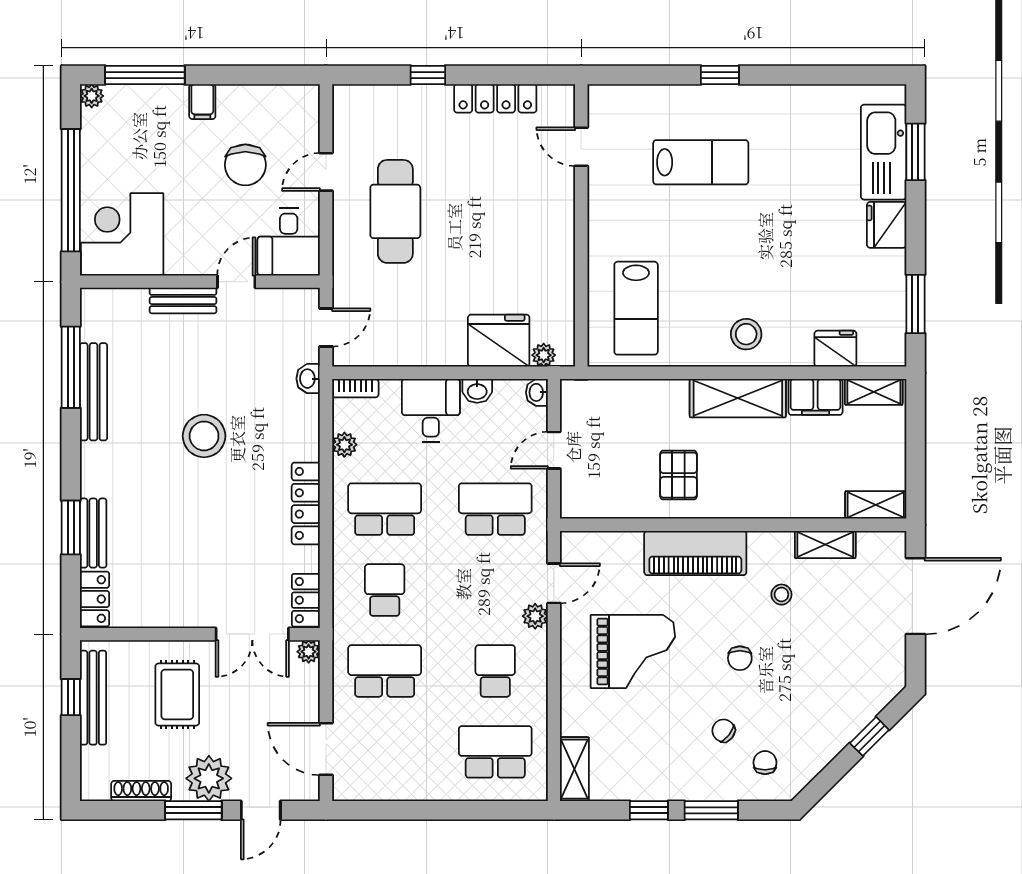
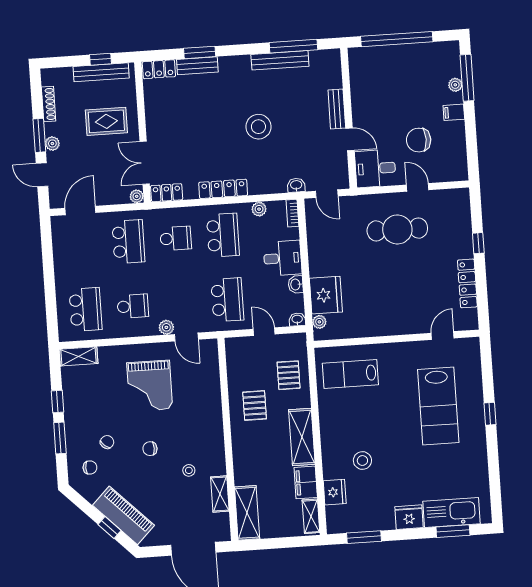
plant: (92, 96) -> (455, 85), moved
lab bench: (701, 162) -> (438, 406), width x1.36, depth x1.39
corner desk: (122, 234) -> (373, 71), removed
stool: (746, 334) -> (362, 461), moved
pallet: (631, 414) -> (289, 375), added
pallet: (678, 475) -> (255, 405), turned 90
shelving: (876, 505) -> (247, 513), width x1.50, depth x1.33
piano: (695, 553) -> (123, 515), moved, turned 135
plant: (209, 778) -> (52, 144), width x0.53, depth x0.53

